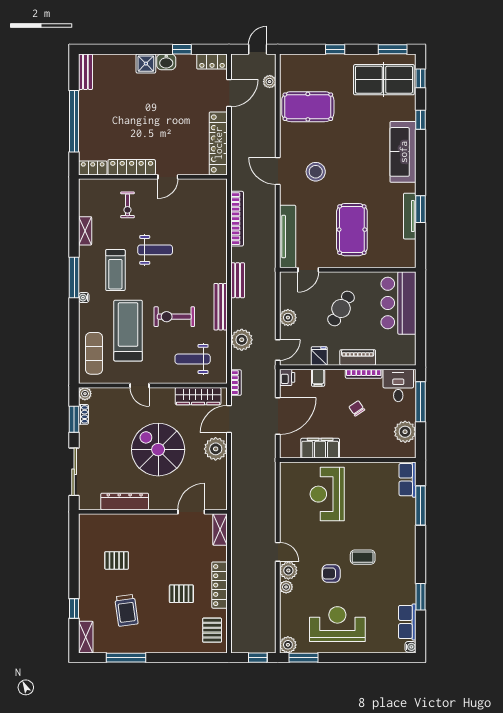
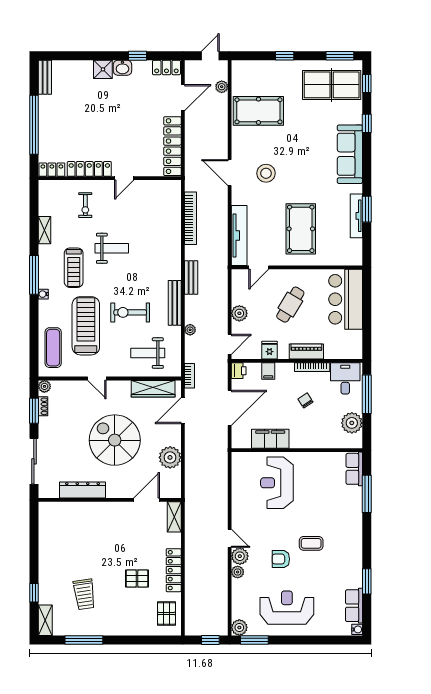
plant: (242, 340) -> (190, 330), width x0.53, depth x0.53
plant: (216, 449) -> (170, 457), moved
pallet: (117, 560) -> (75, 546), removed

